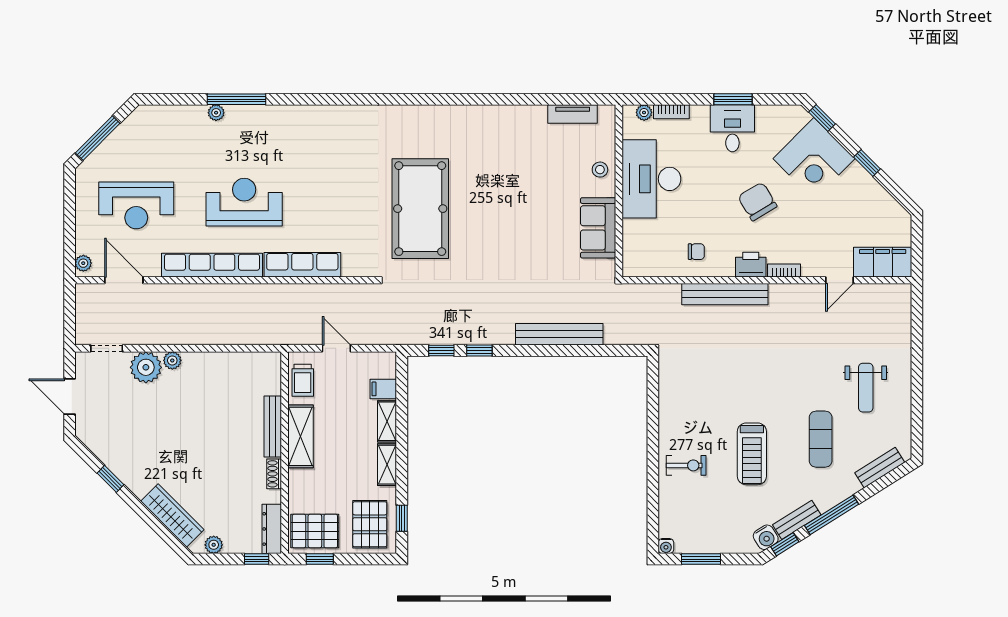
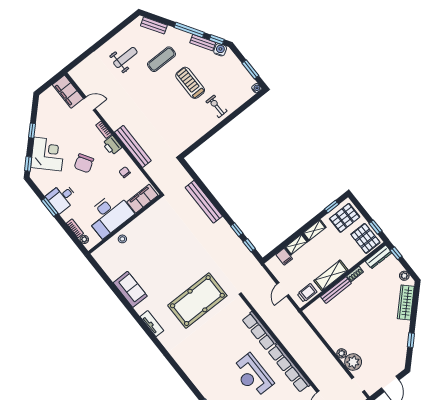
tv unit: (573, 114) -> (152, 324), moved
sofa: (598, 228) -> (130, 289), moved, turned -90
filing cabinet: (636, 247) -> (142, 199), added
treadmill: (752, 454) -> (190, 83), turned -90

